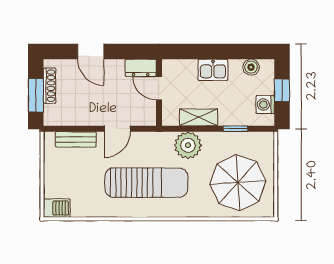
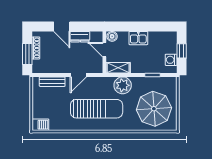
boiler: (251, 67) -> (112, 36), moved
dresser: (141, 68) -> (80, 37), moved
shelving: (199, 117) -> (118, 68), moved

